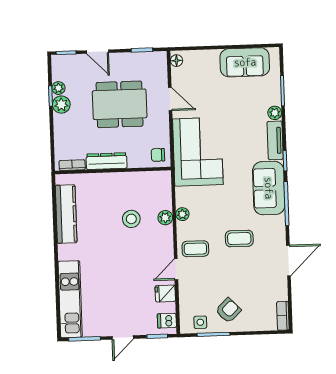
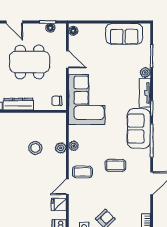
floor lamp: (146, 58) -> (50, 28), added

